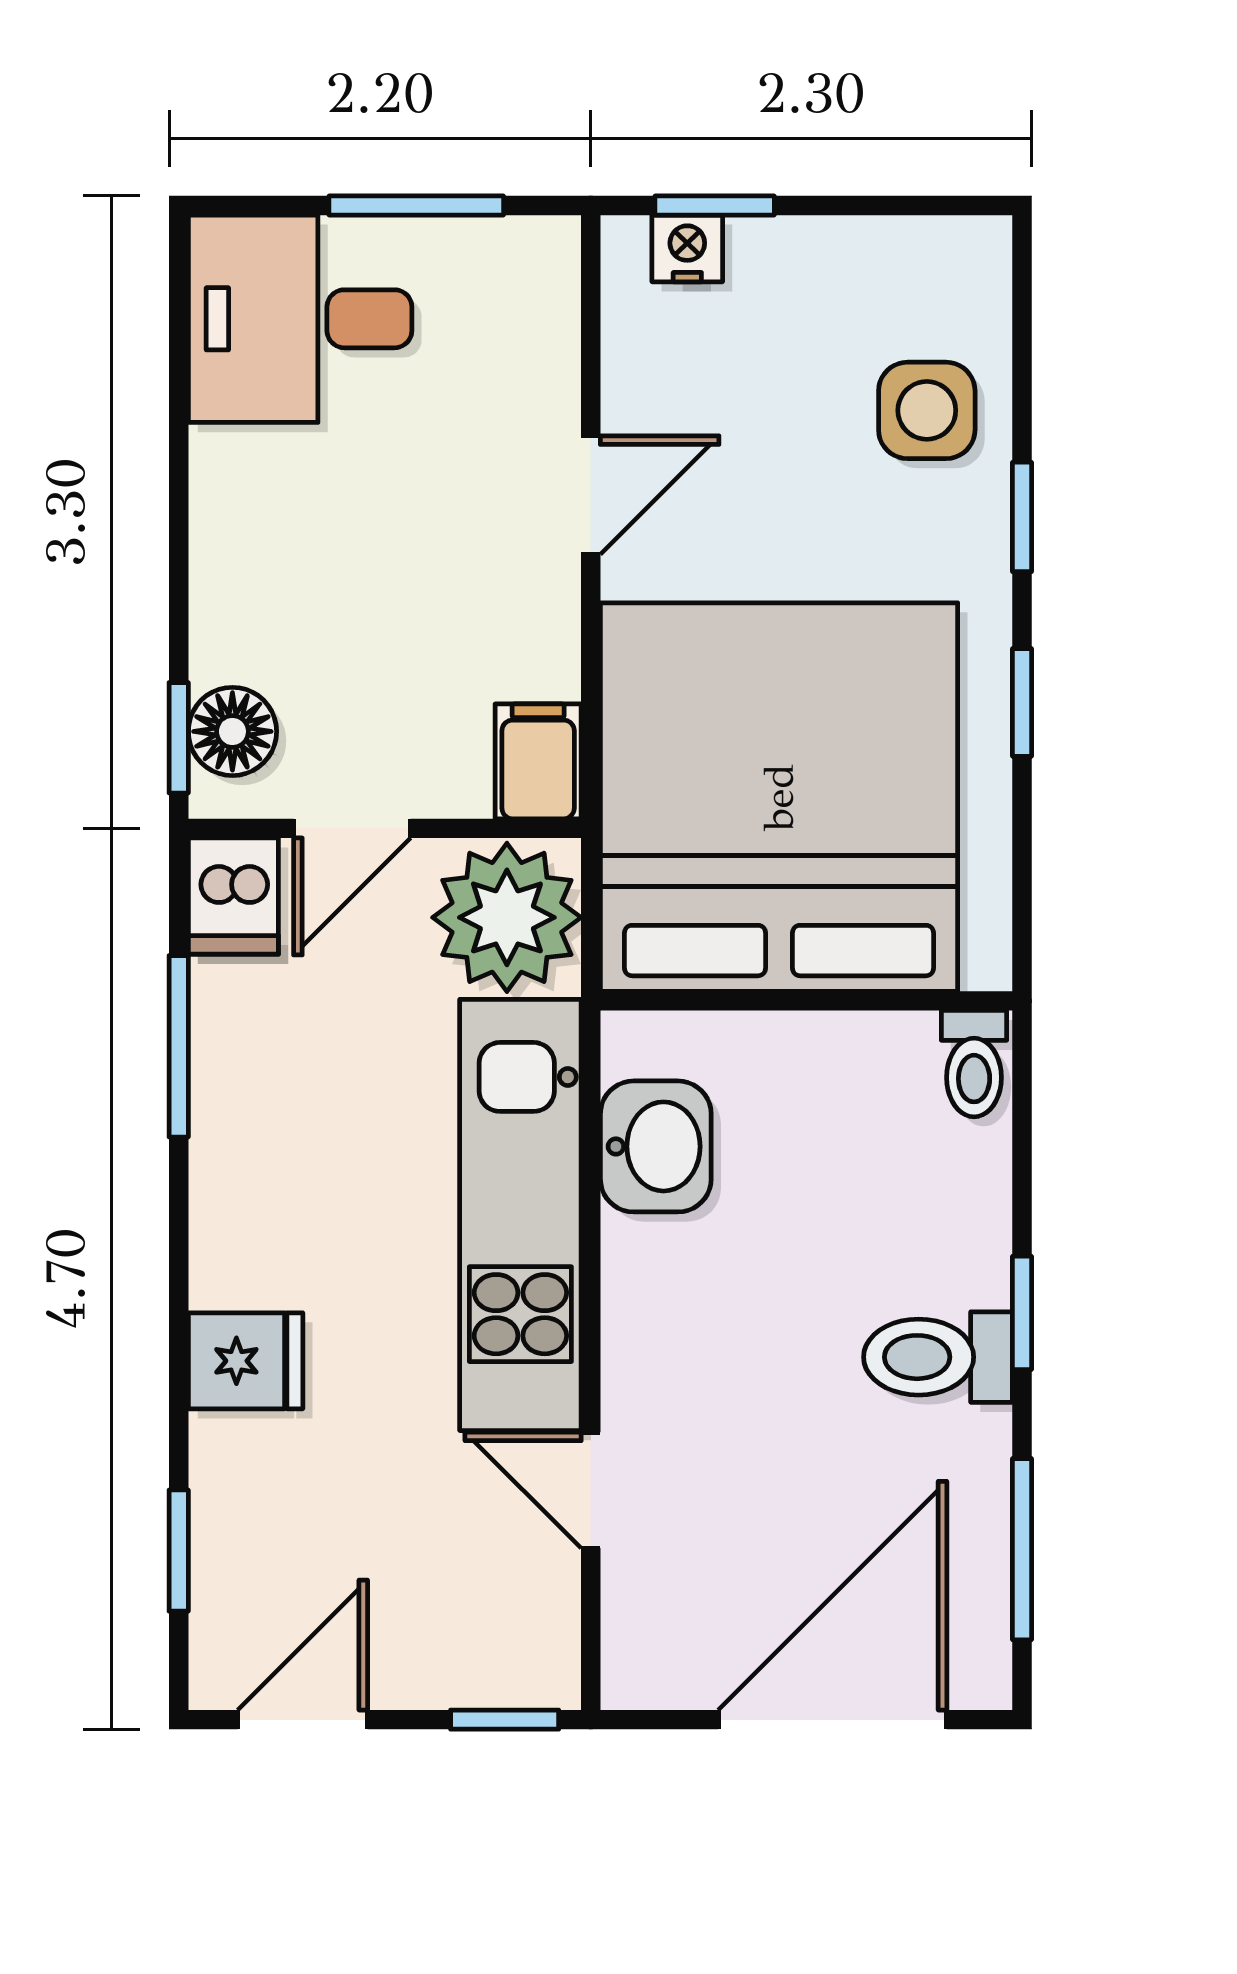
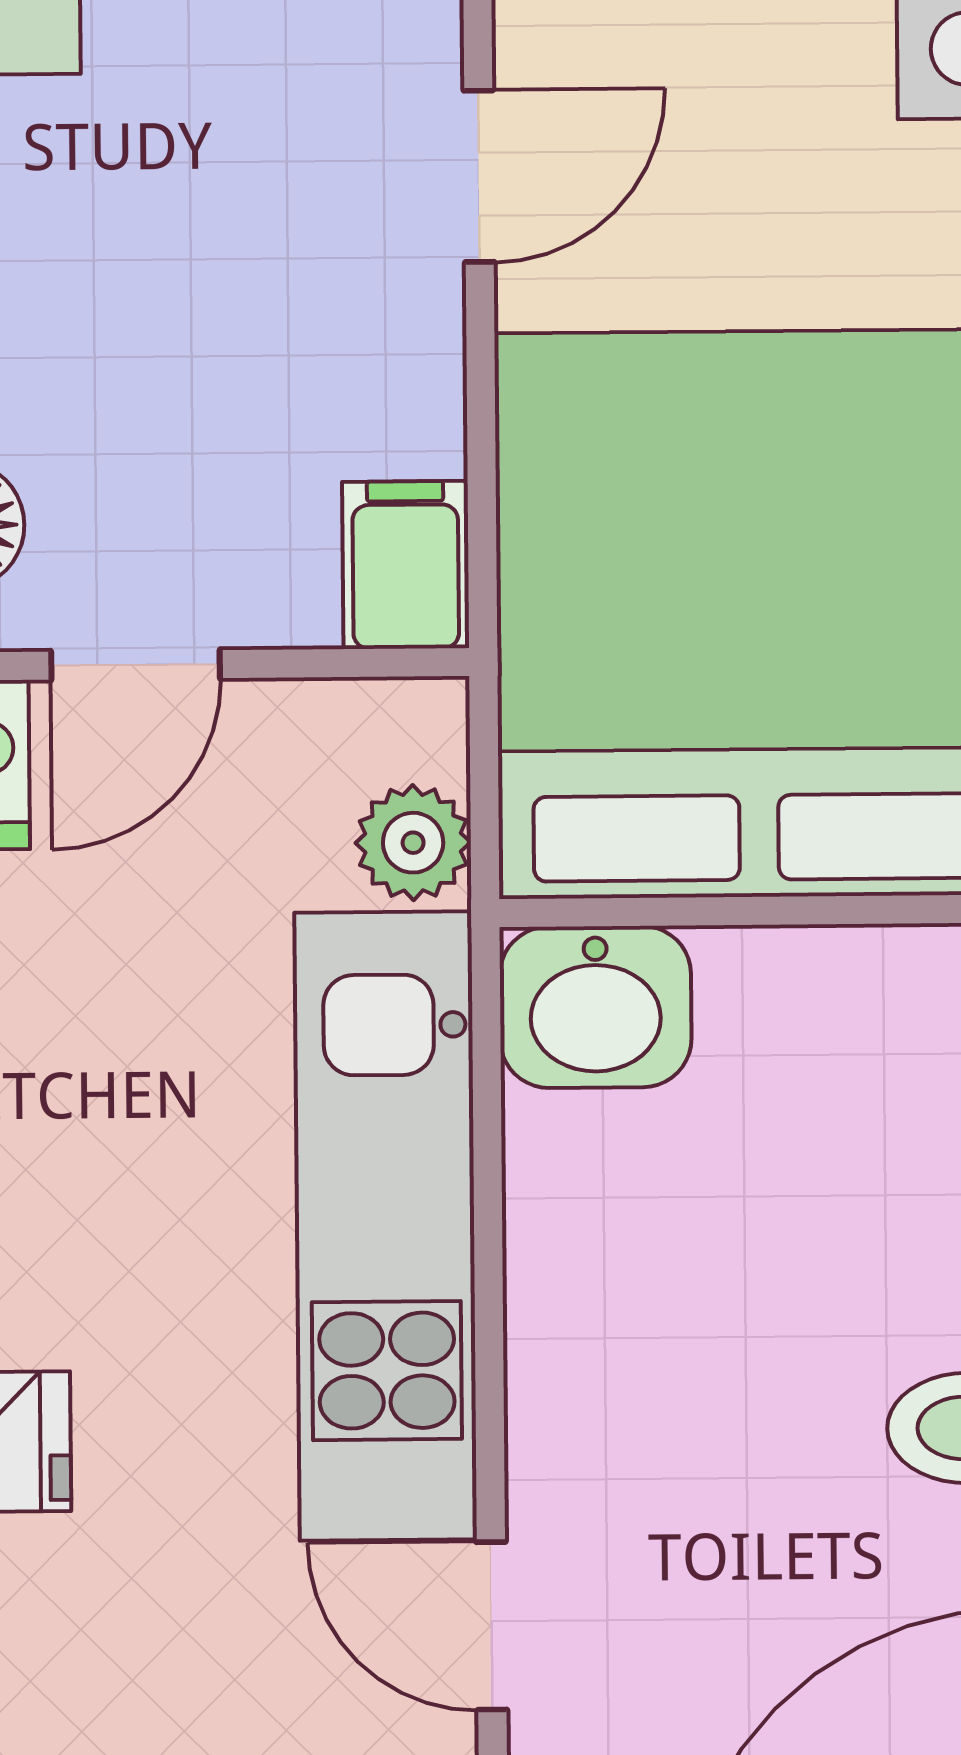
plant: (507, 917) -> (413, 843), width x0.53, depth x0.53
washbasin: (656, 1146) -> (596, 1007), moved, turned 90

